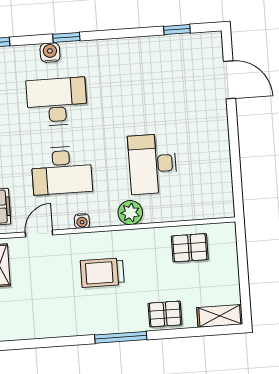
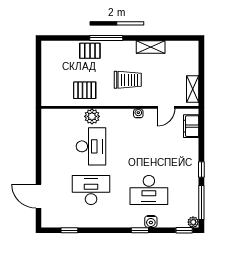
desk: (62, 170) -> (91, 190), moved
plant: (130, 213) -> (92, 116), moved
pallet: (190, 248) -> (85, 90), moved
shelving: (220, 316) -> (151, 47), moved
window: (121, 337) -> (106, 38), moved

